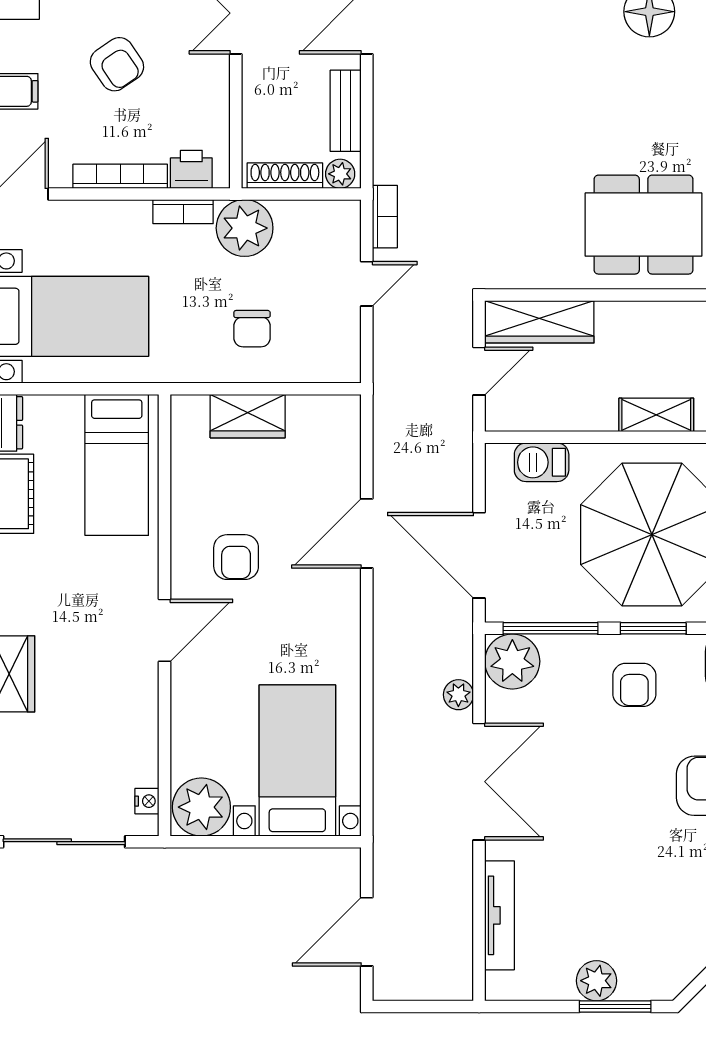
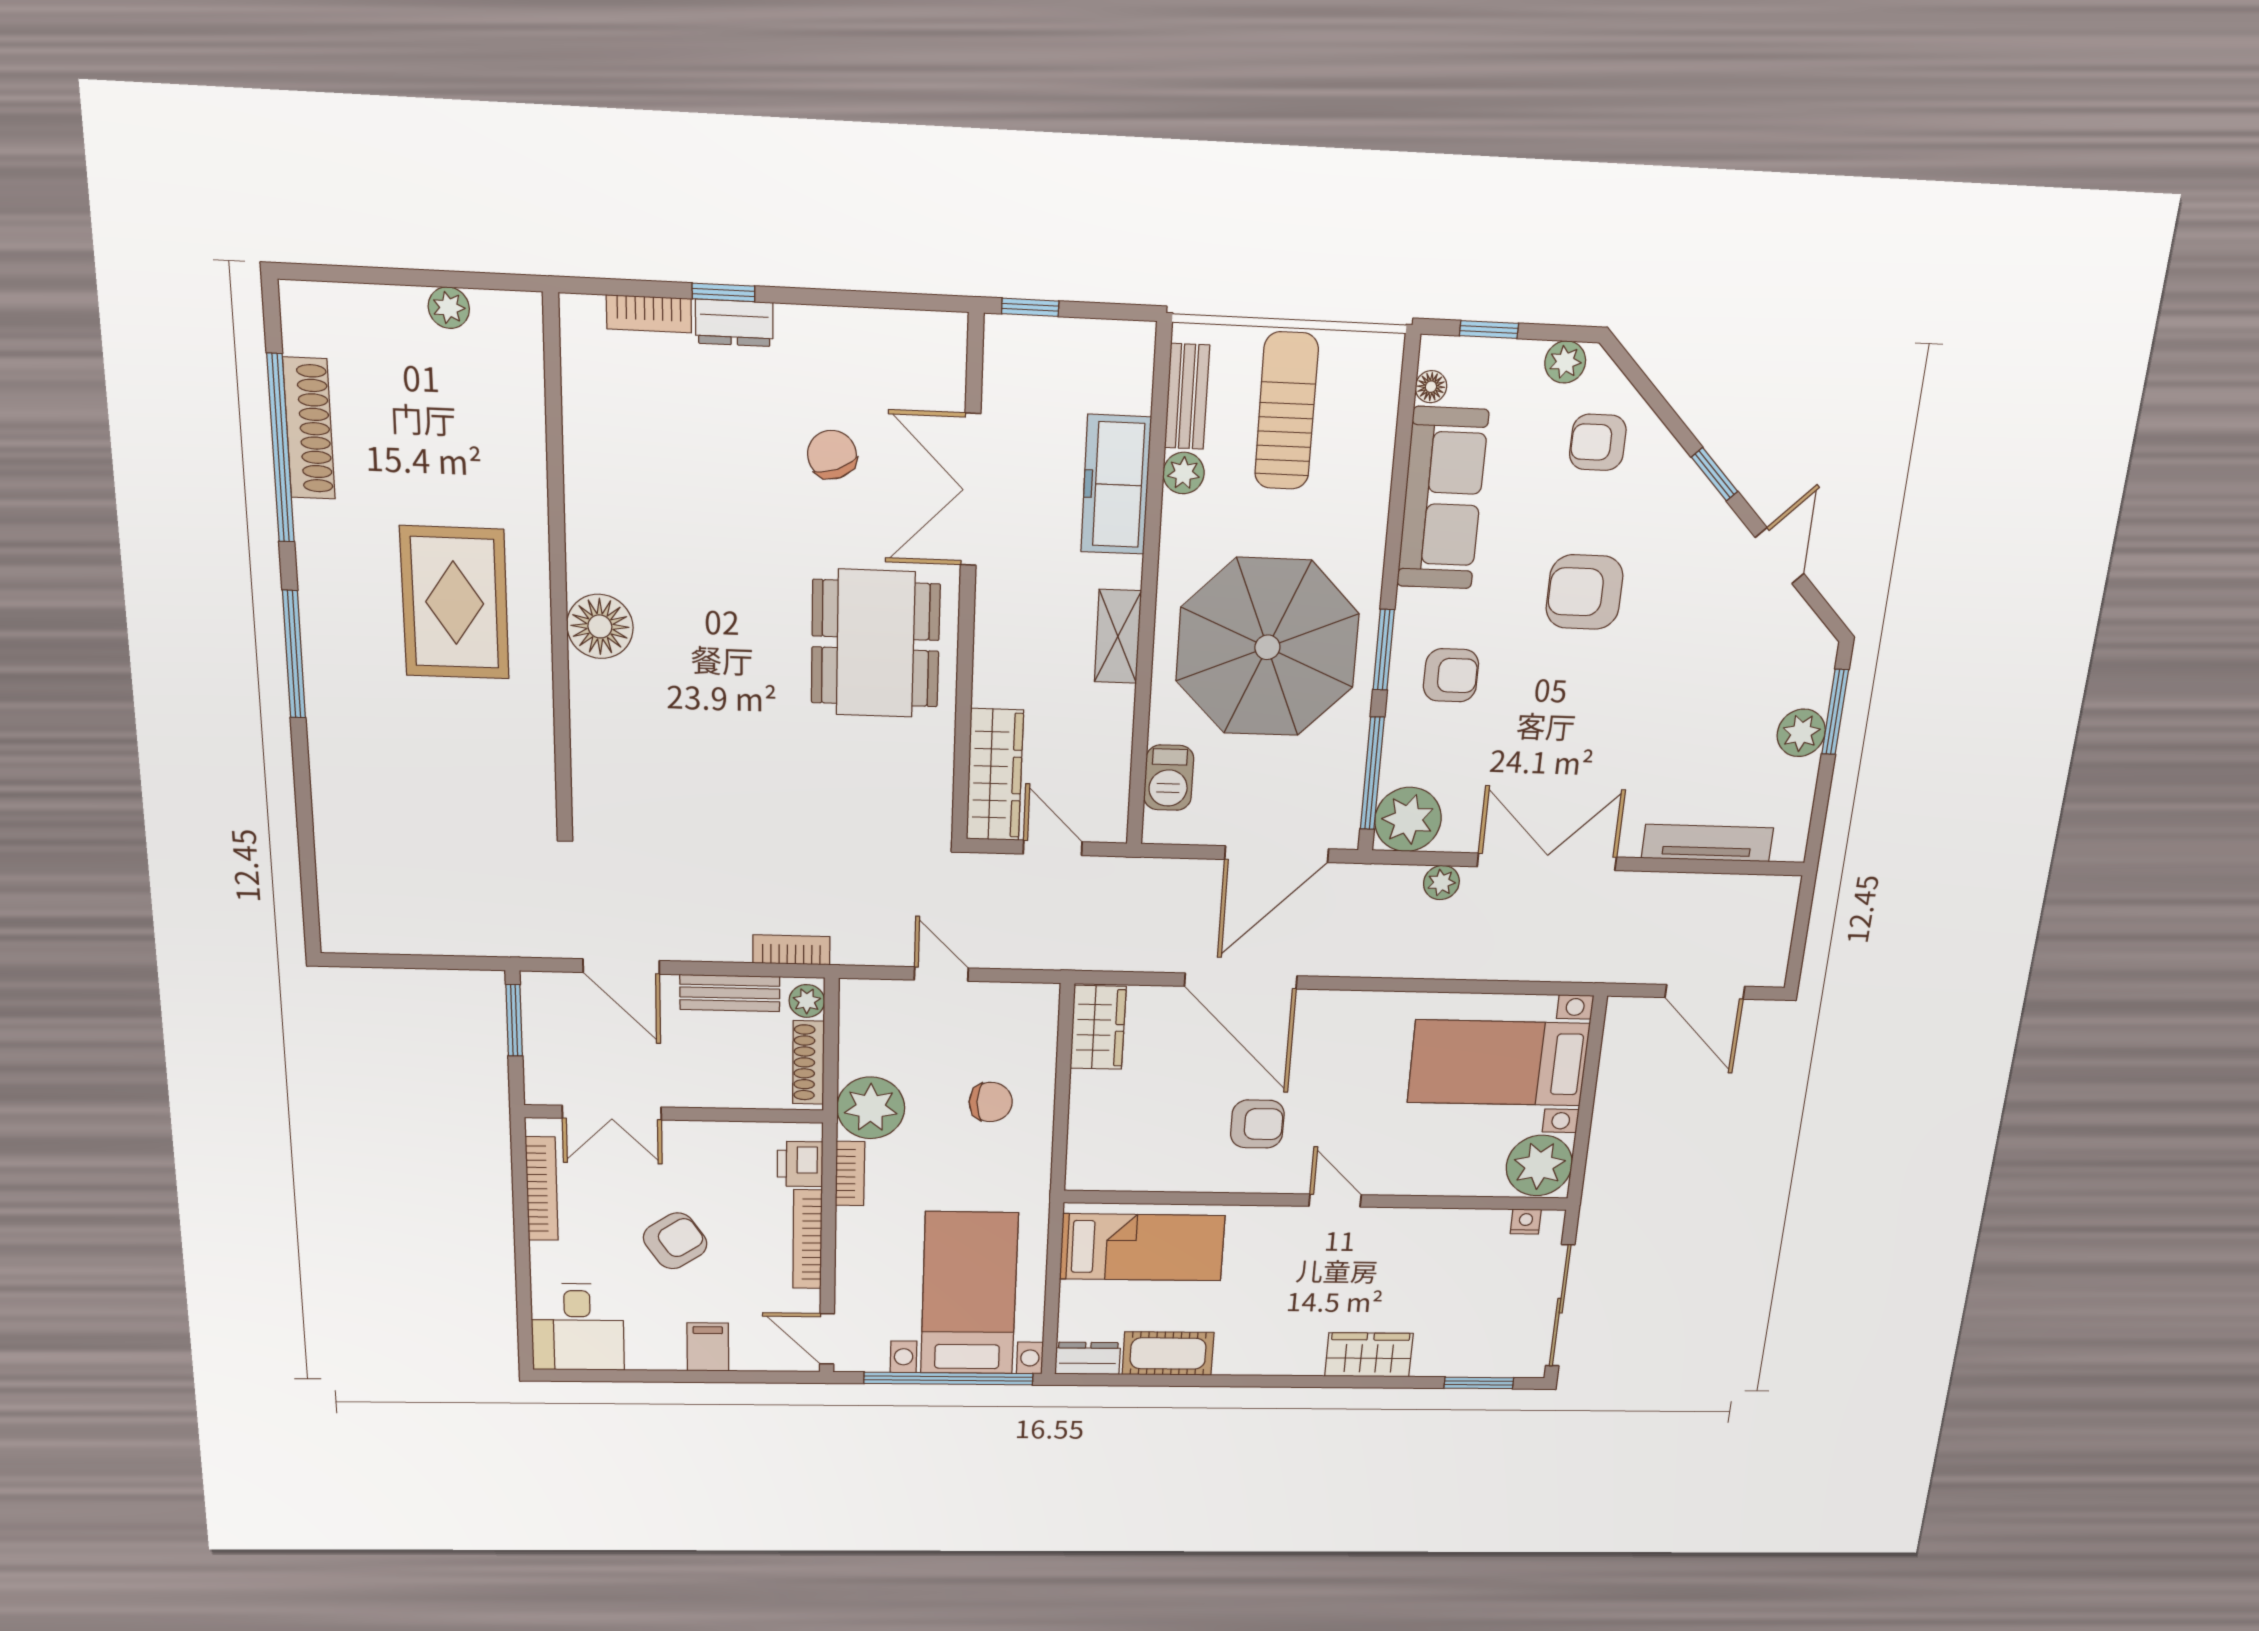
bookcase: (385, 217) -> (791, 950), moved
wardrobe: (248, 416) -> (1098, 1027), moved
door: (367, 533) -> (1241, 981), width x1.36
door: (165, 630) -> (1335, 1201), width x0.73

